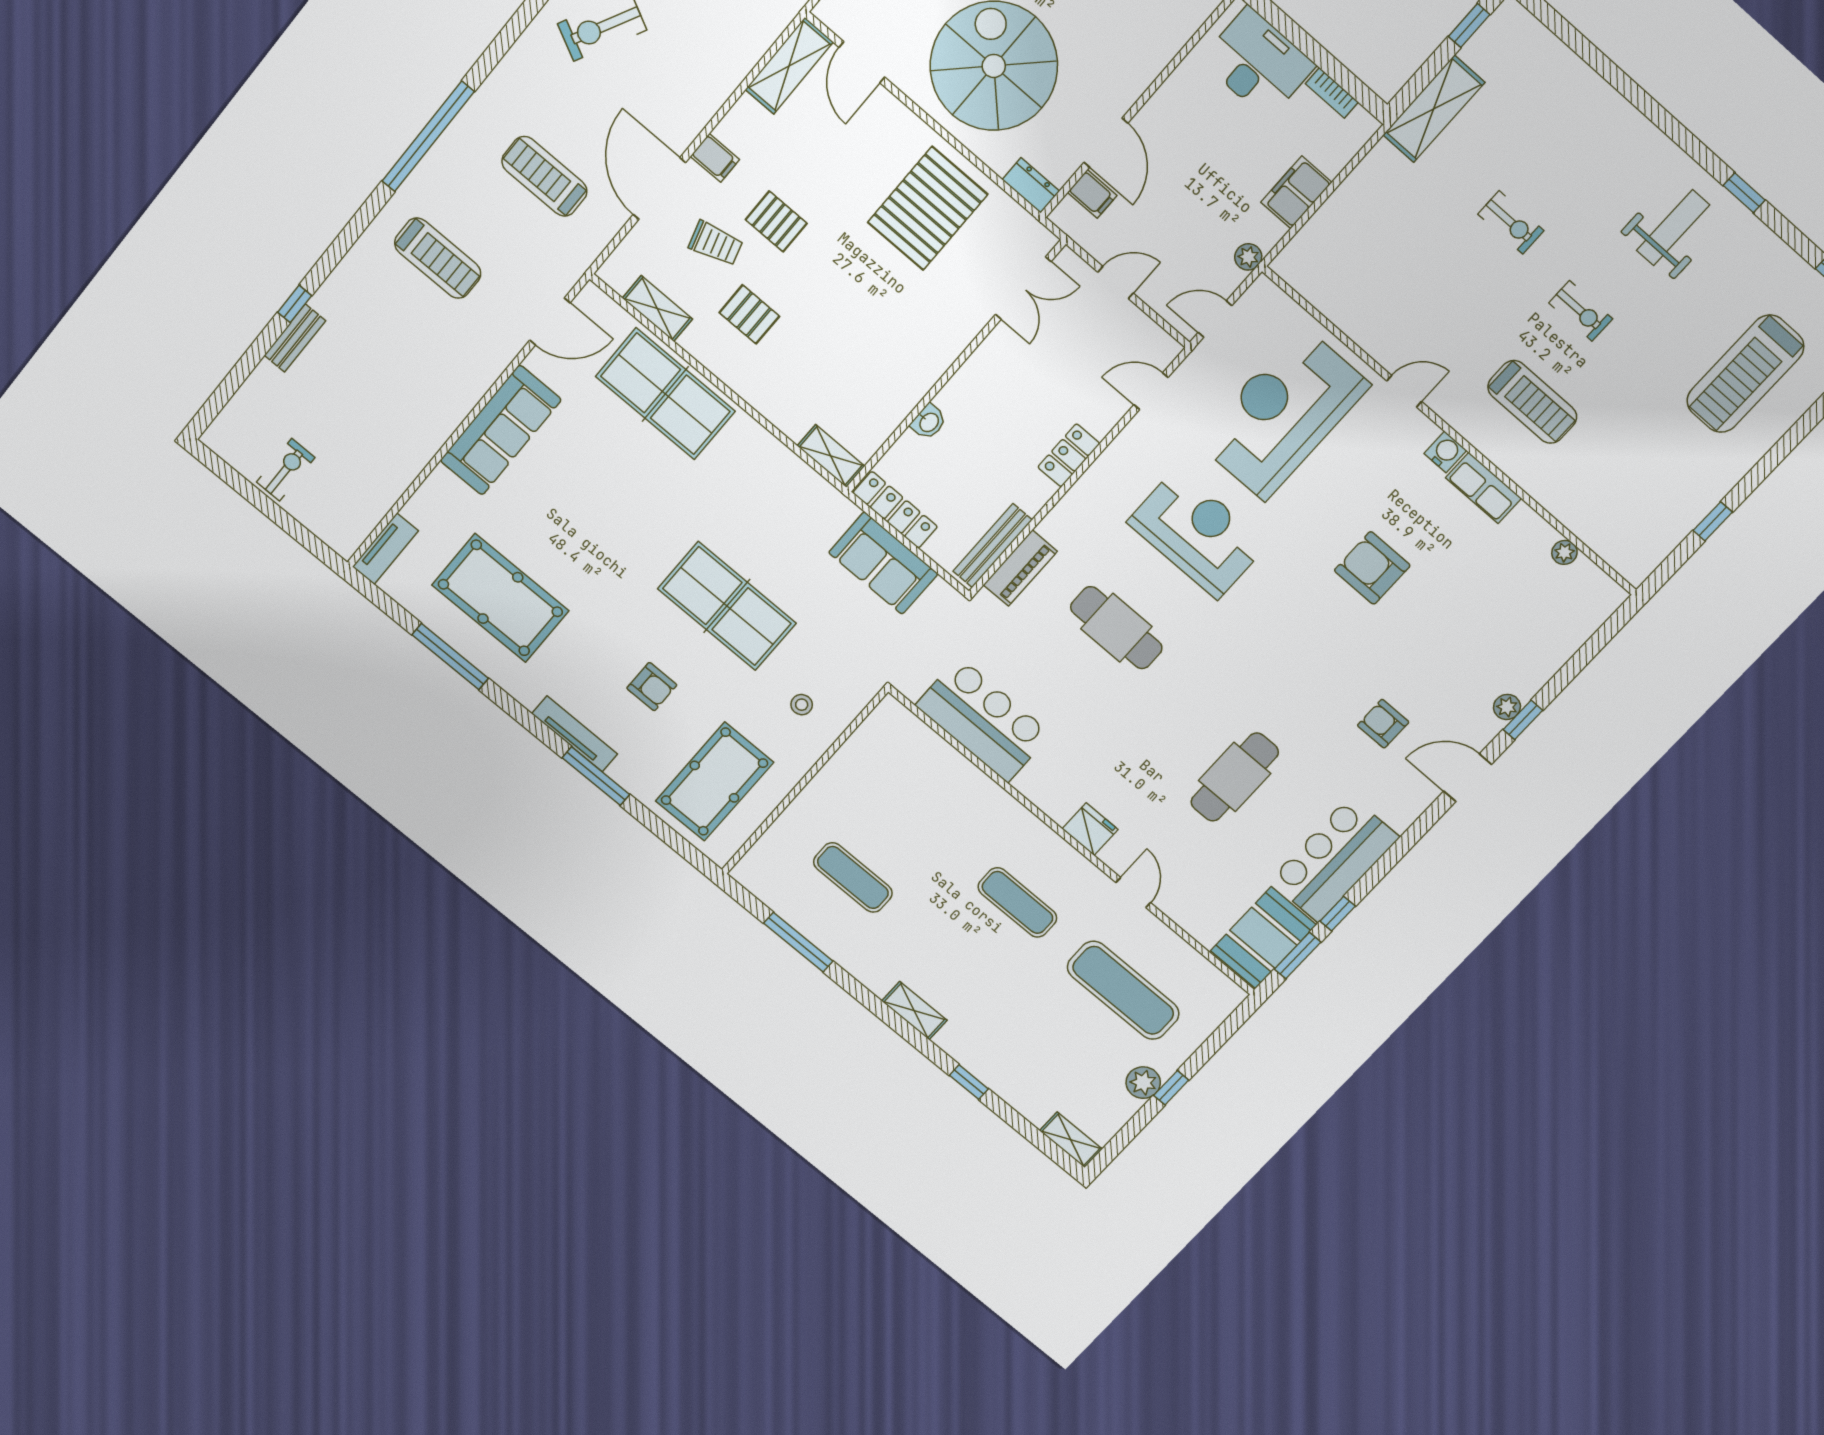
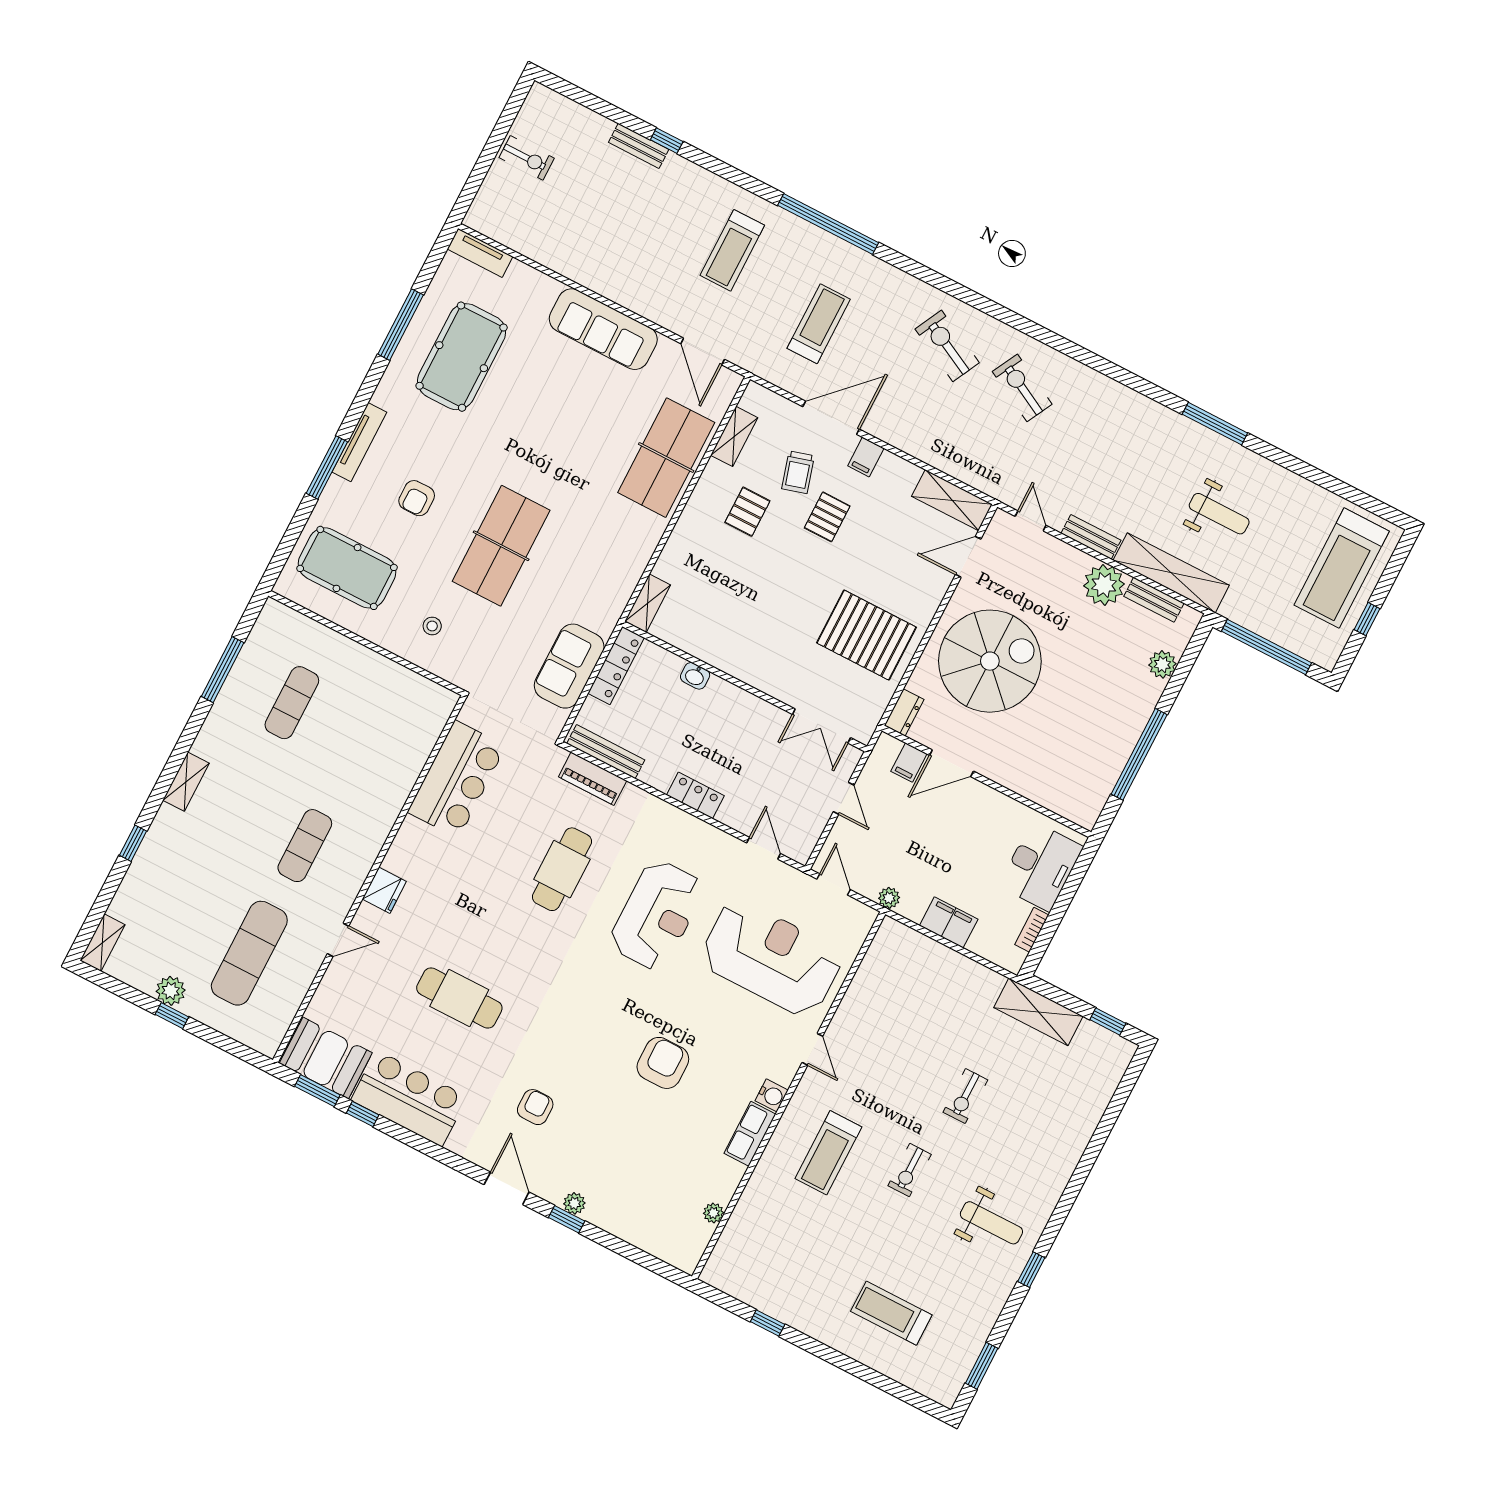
treadmill: (1745, 374) -> (891, 1313), width x0.73, depth x0.73

